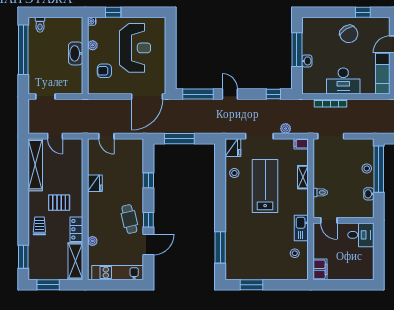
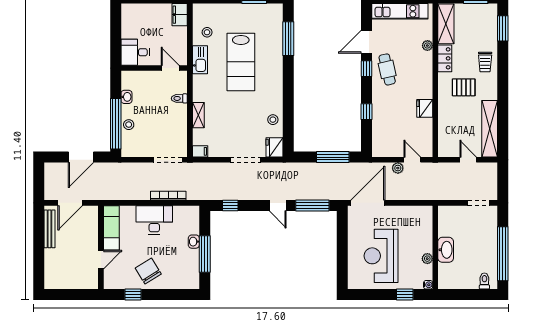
armchair: (104, 71) -> (414, 231), removed
plant: (286, 129) -> (398, 168), moved
lab bench: (265, 186) -> (241, 62), moved

